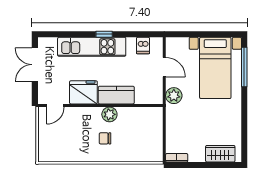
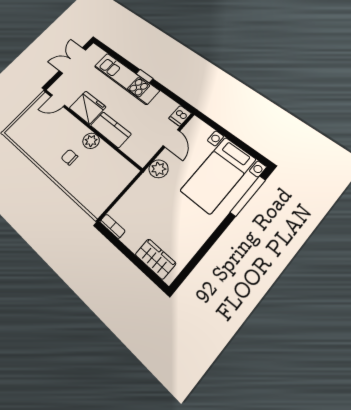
dishwasher: (143, 46) -> (180, 116), moved

